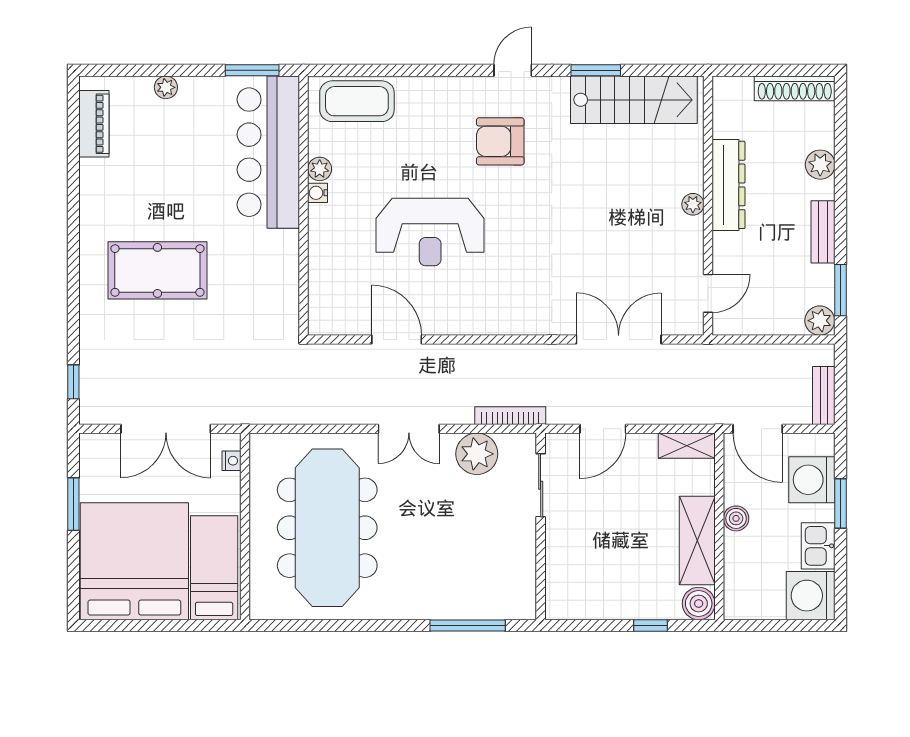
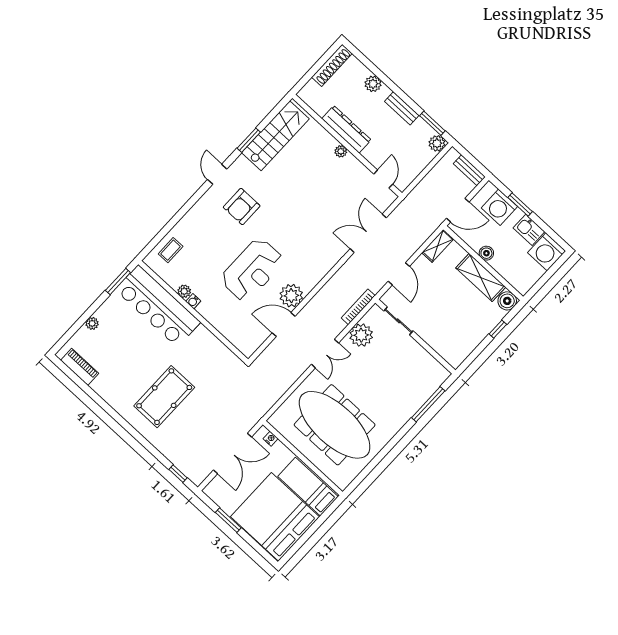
coffee table: (357, 101) -> (171, 250), width x0.54, depth x0.58
plant: (444, 314) -> (291, 296), added

